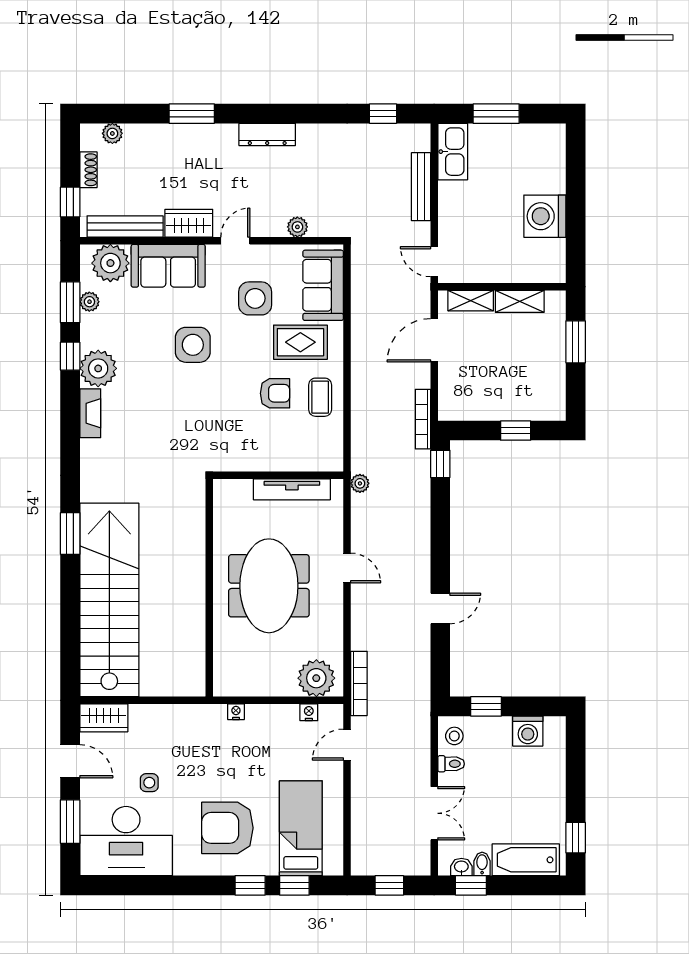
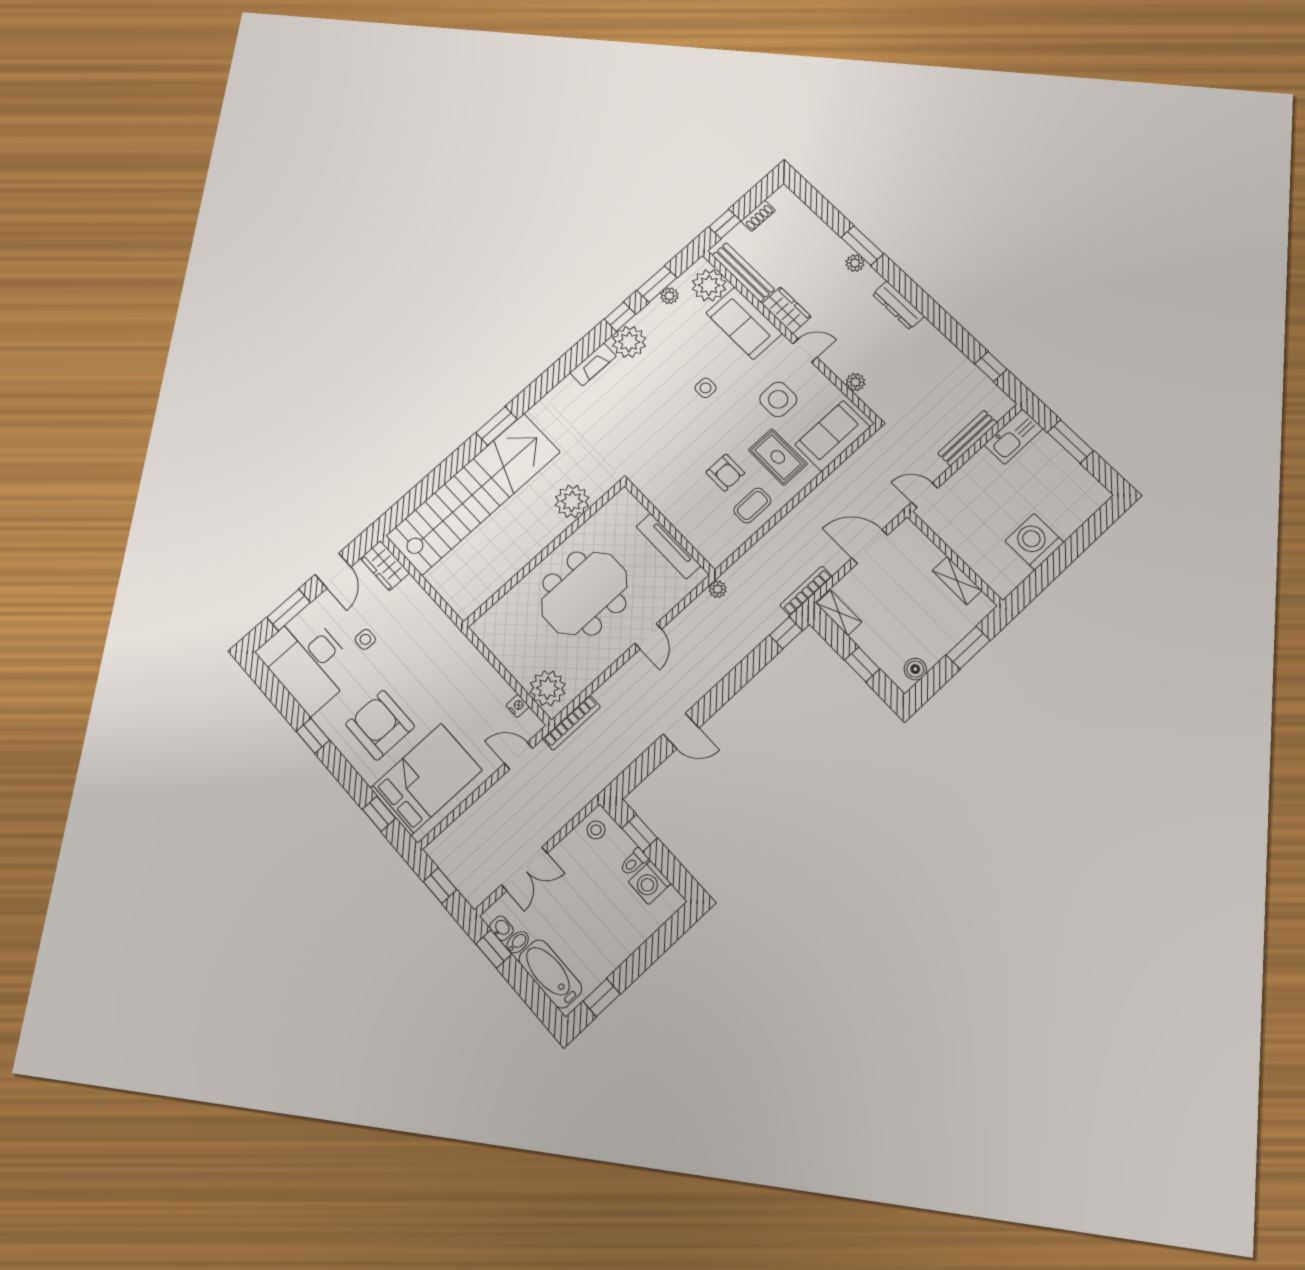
plant: (112, 133) -> (855, 263), moved
door: (434, 262) -> (925, 495), hinge flipped
shelving: (471, 301) -> (839, 613), moved
side table: (193, 345) -> (706, 388), width x0.54, depth x0.54
boiler: (555, 395) -> (915, 669), added
plant: (187, 530) -> (572, 501), added
nightstand: (236, 712) -> (471, 653), removed
toilet: (451, 764) -> (634, 862), moved, turned 90
bed: (301, 828) -> (426, 779), width x1.50
window: (250, 885) -> (313, 736), moved

